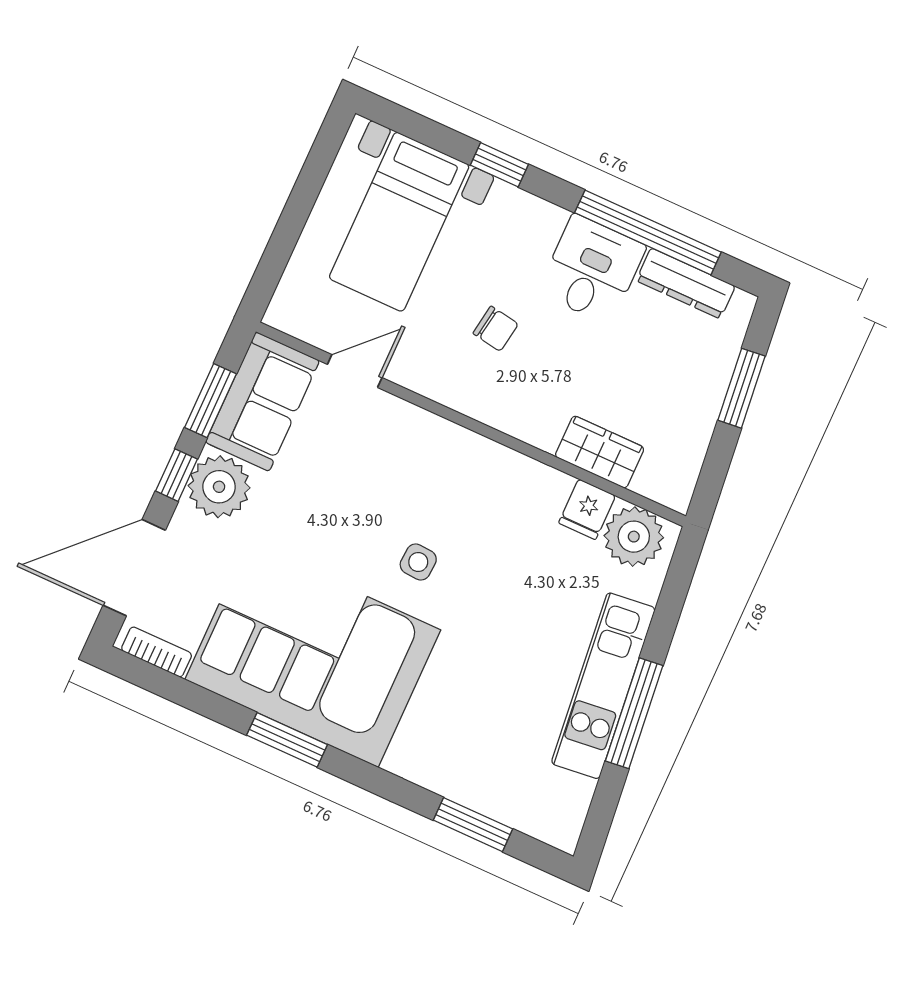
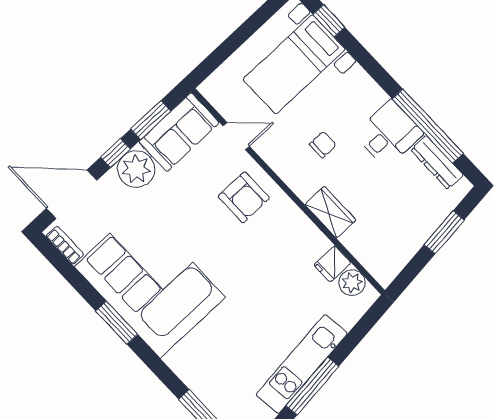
window: (499, 165) -> (329, 21), moved
chair: (496, 329) -> (323, 145), turned -99
wardrobe: (600, 452) -> (330, 212), moved
armchair: (406, 462) -> (244, 197), added
plant: (634, 537) -> (352, 283), width x0.73, depth x0.73
side table: (418, 562) -> (228, 255), removed

